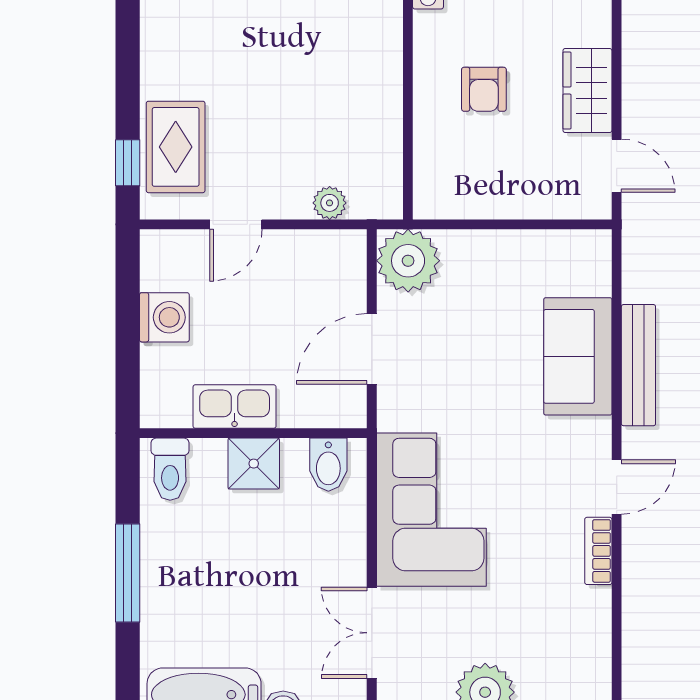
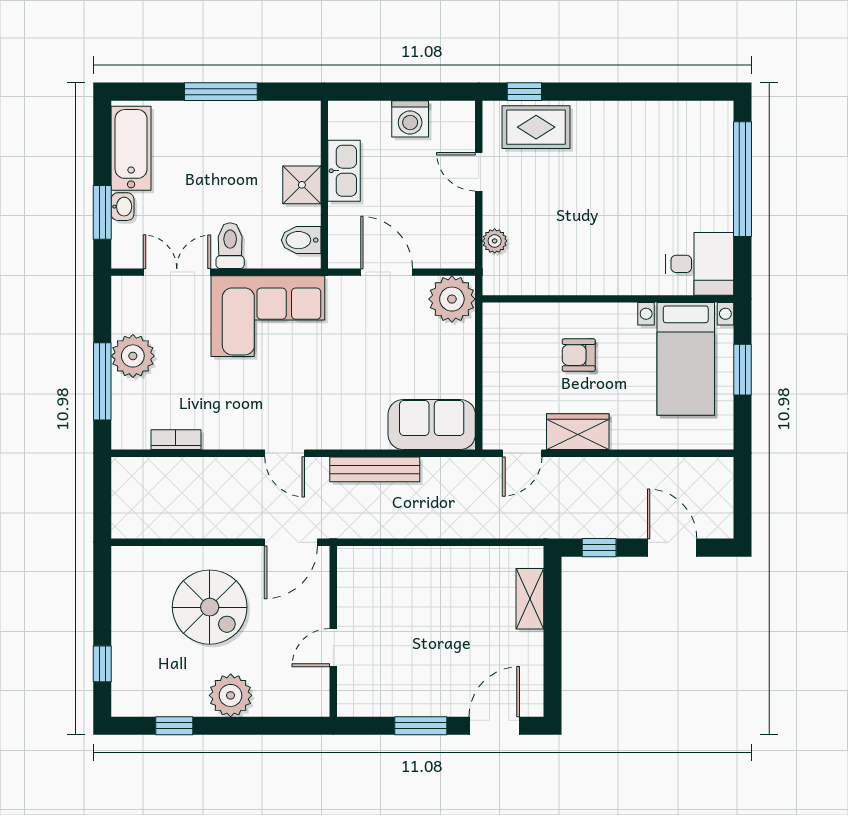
sofa: (578, 356) -> (432, 425), moved
toilet: (170, 469) -> (230, 246), moved, turned 90
bookcase: (598, 551) -> (176, 440), moved

